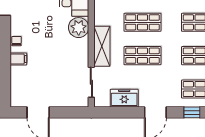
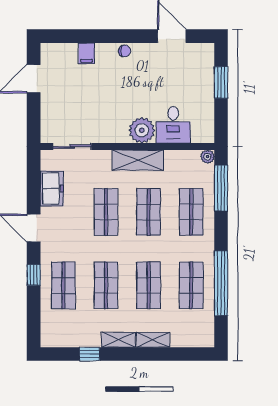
shelving: (102, 46) -> (138, 160), moved
filing cabinet: (18, 59) -> (86, 53), moved

